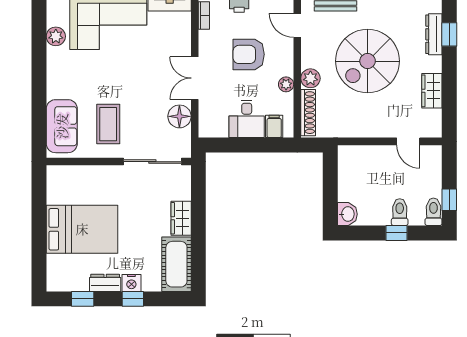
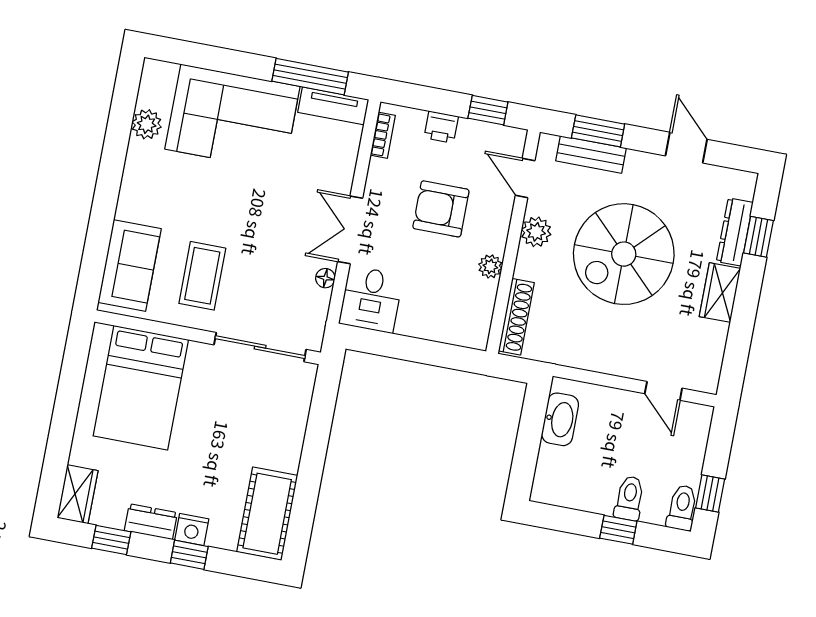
plant: (310, 78) -> (536, 232), moved
wardrobe: (432, 91) -> (720, 293), moved
floor lamp: (179, 116) -> (325, 278), width x0.53, depth x0.53
desk: (247, 119) -> (371, 299), moved
filing cabinet: (274, 126) -> (459, 328), removed
washbasin: (347, 214) -> (560, 419), moved, width x1.38
wardrobe: (181, 218) -> (78, 494), moved, turned 180
bed: (82, 229) -> (141, 388), moved, turned 90

